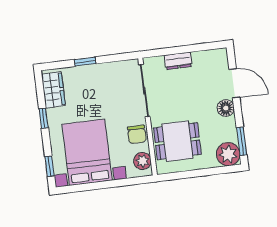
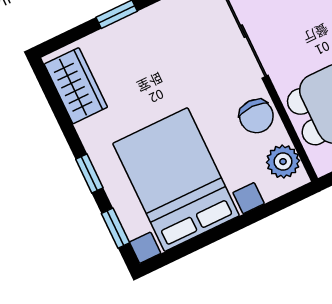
window: (44, 118) -> (89, 173), moved

